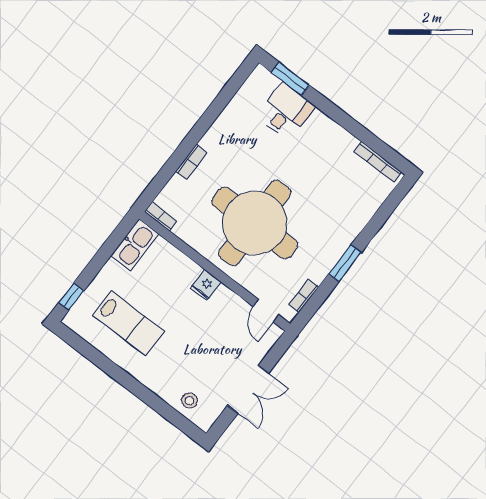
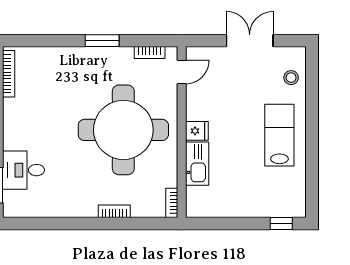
kitchen sink: (135, 245) -> (197, 164), moved, turned 90
lab bench: (129, 323) -> (279, 135), moved

